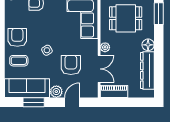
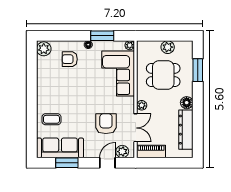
armchair: (17, 37) -> (50, 95), removed
side table: (47, 50) -> (81, 108), removed
plant: (56, 92) -> (122, 152), moved

